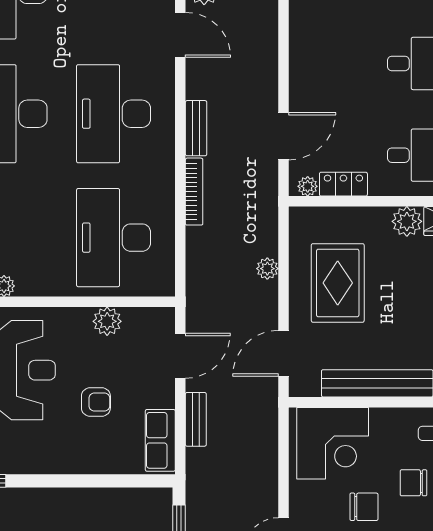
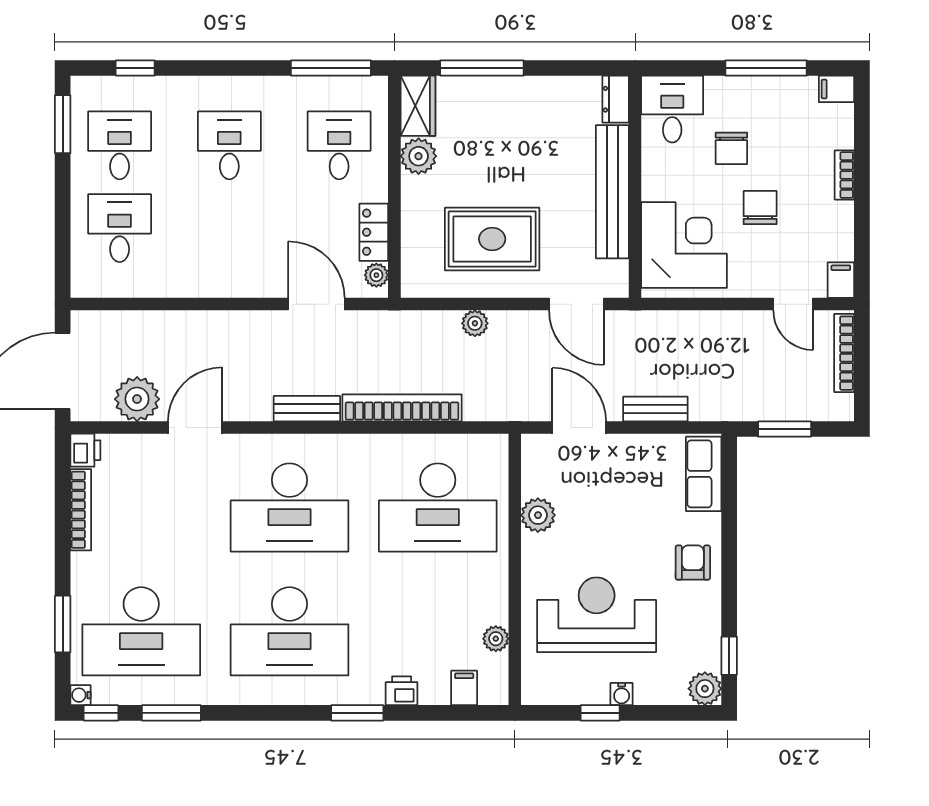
bookcase: (194, 192) -> (402, 408), width x1.48, depth x1.31
armchair: (96, 402) -> (693, 563), moved
row of seats: (160, 440) -> (704, 474), moved, turned 90

